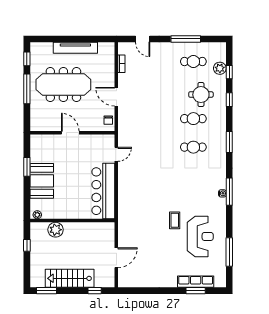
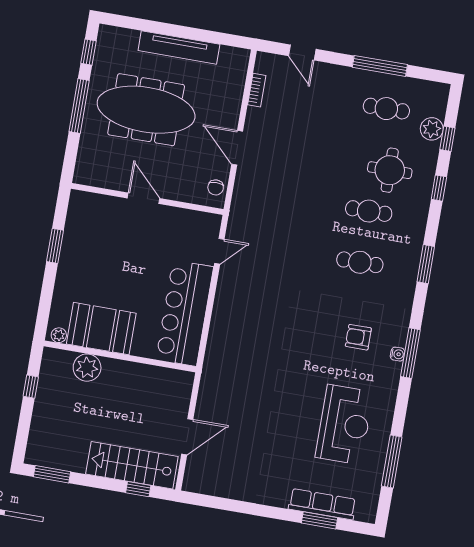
booth: (42, 181) -> (101, 329), moved, turned 90
armchair: (200, 188) -> (358, 337), added
coffee table: (175, 220) -> (304, 388), removed
stairs: (70, 278) -> (132, 465), moved

